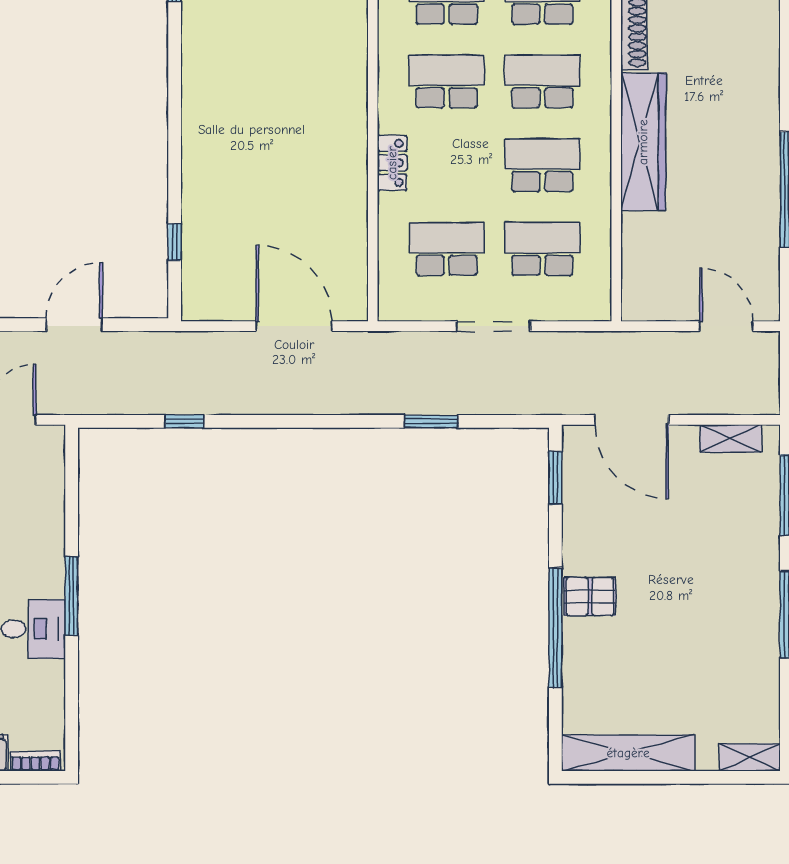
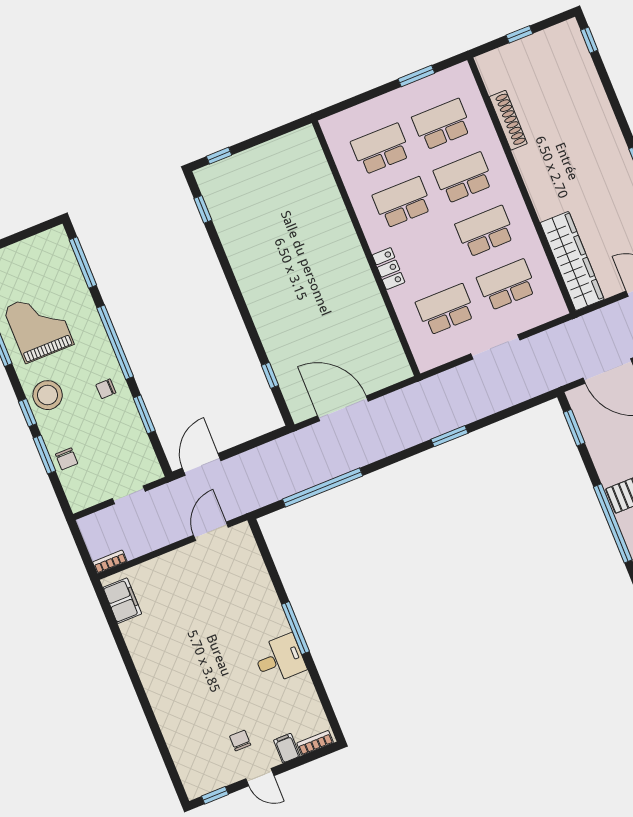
wardrobe: (643, 142) -> (572, 261), moved
door: (74, 325) -> (202, 464), moved
door: (294, 326) -> (343, 408), moved
window: (184, 421) -> (323, 487), width x3.17
window: (431, 421) -> (449, 436), moved

